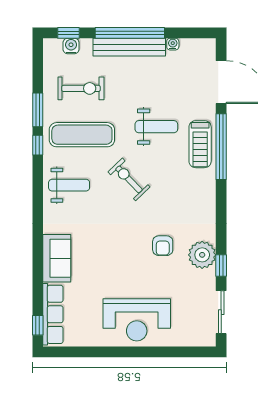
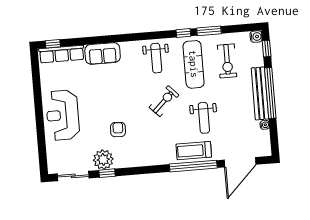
water cooler: (71, 46) -> (256, 37), moved
armchair: (163, 246) -> (118, 130), turned 93
plant: (202, 255) -> (103, 160), moved

